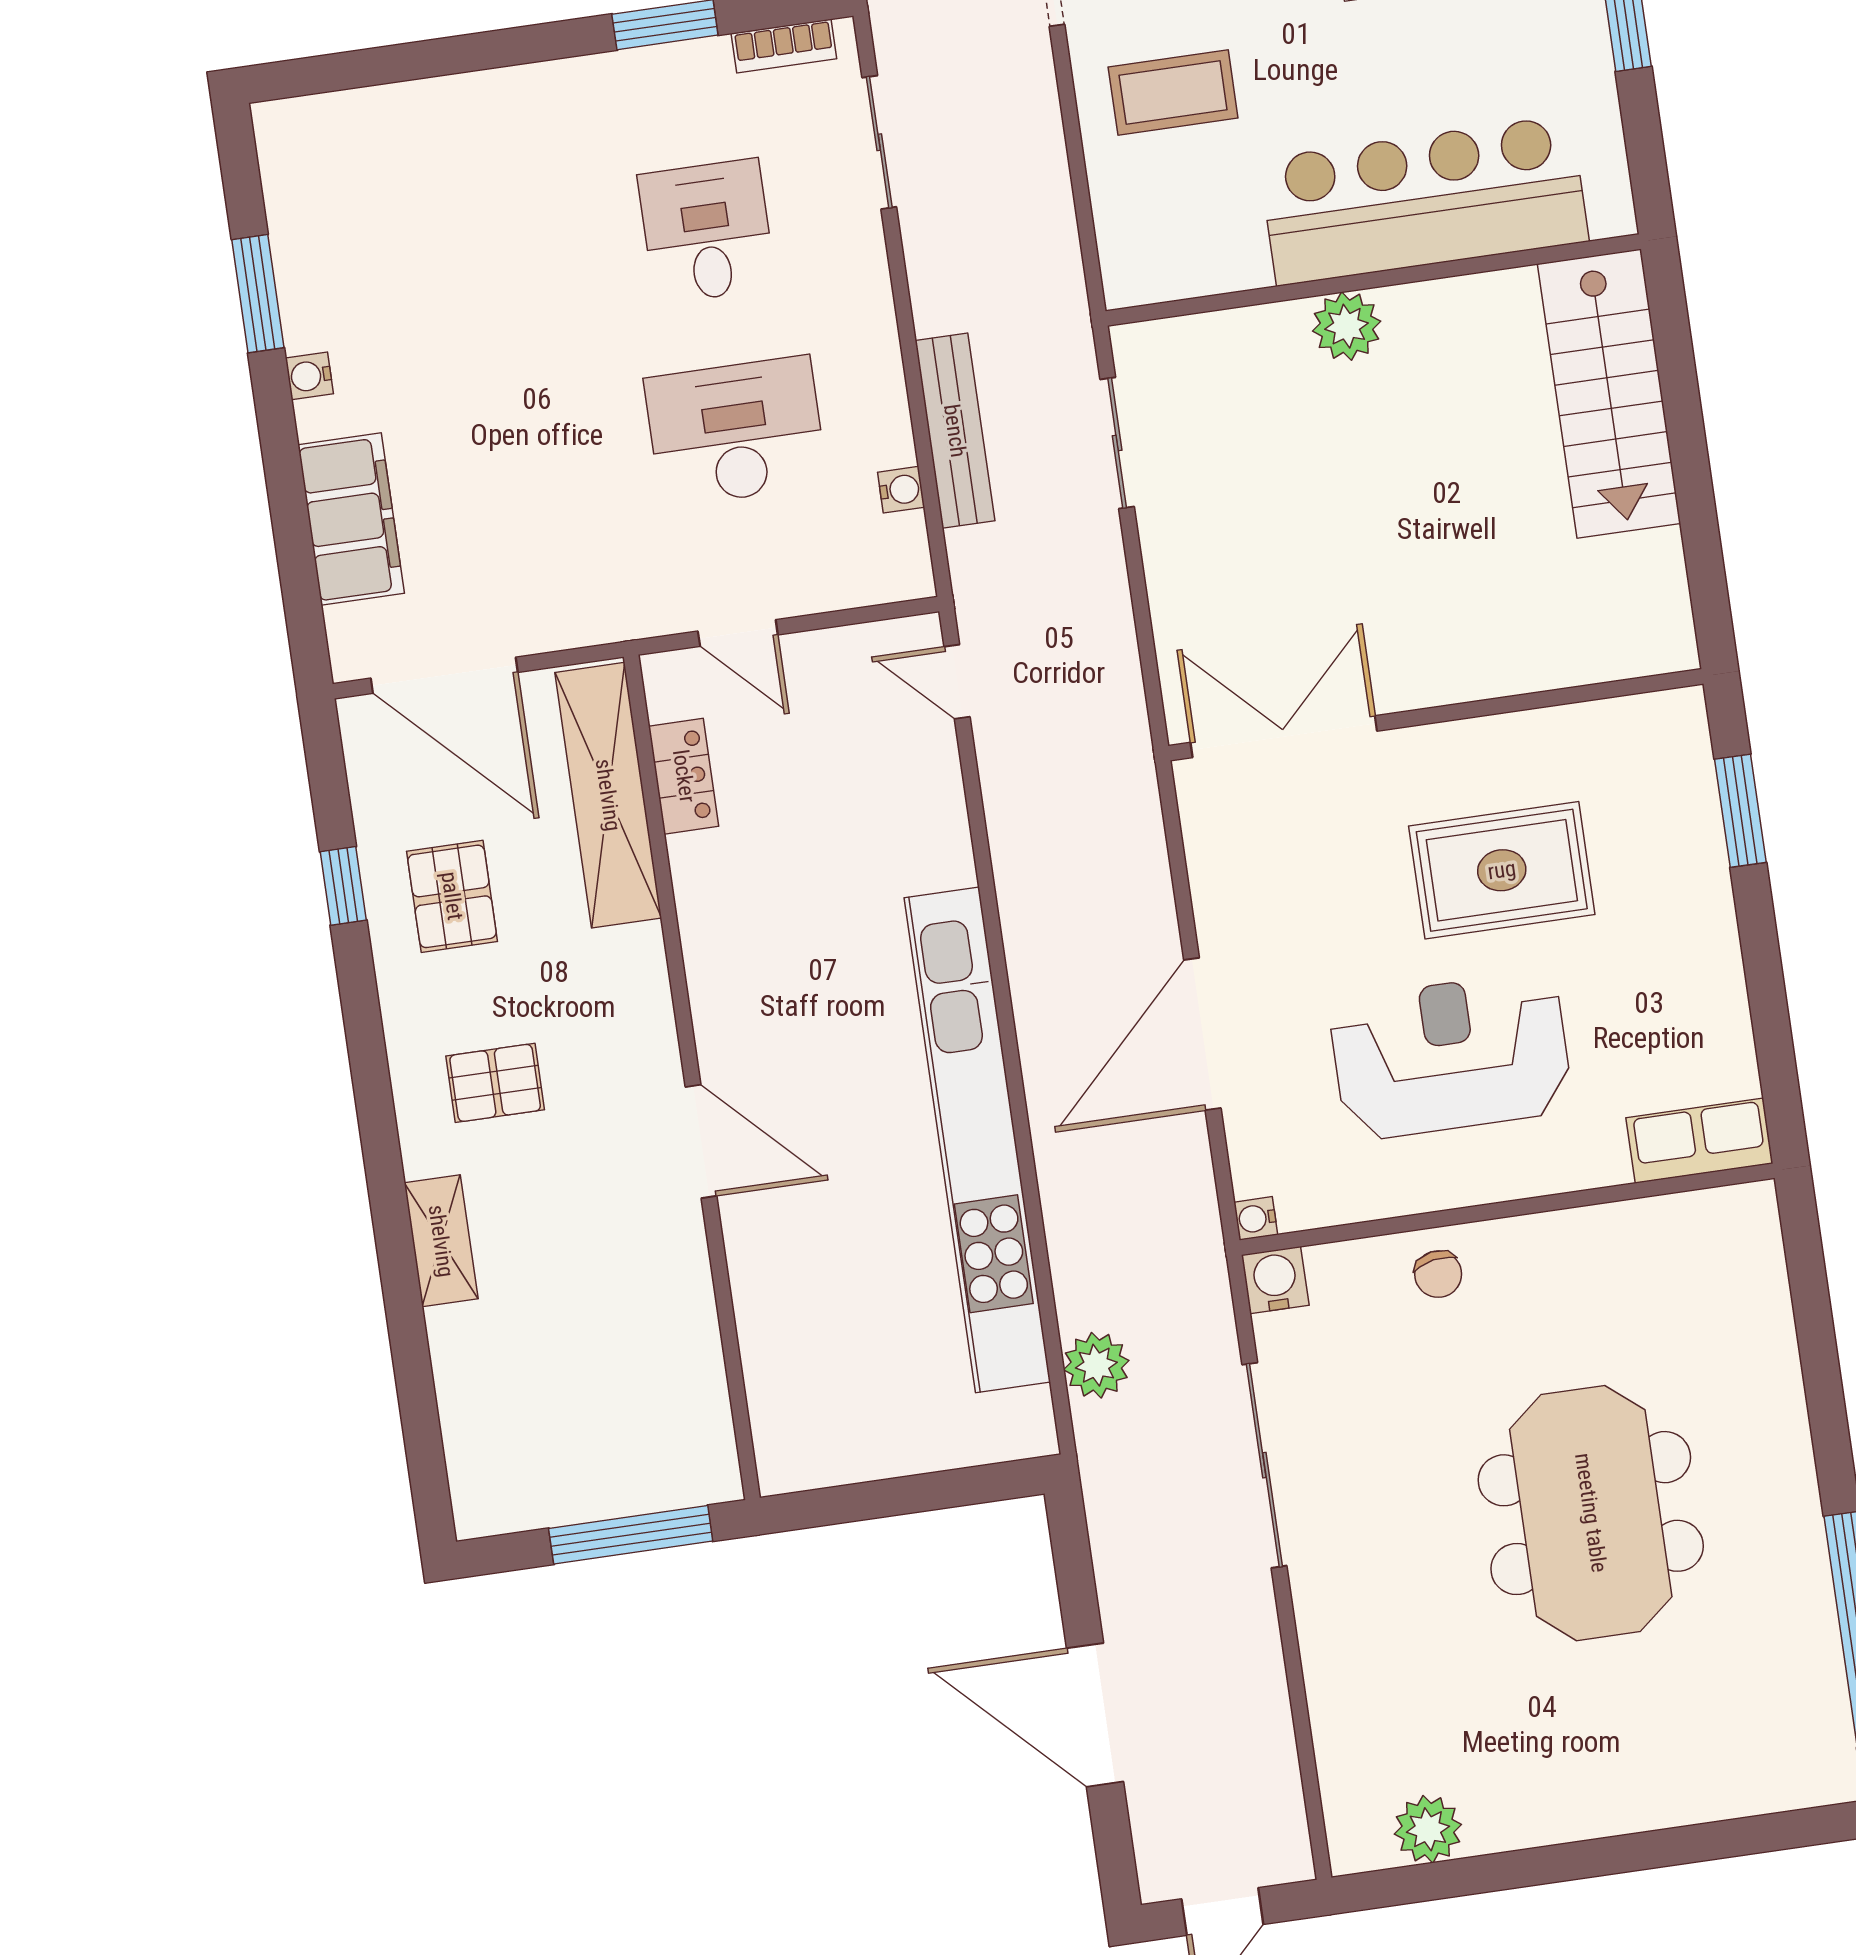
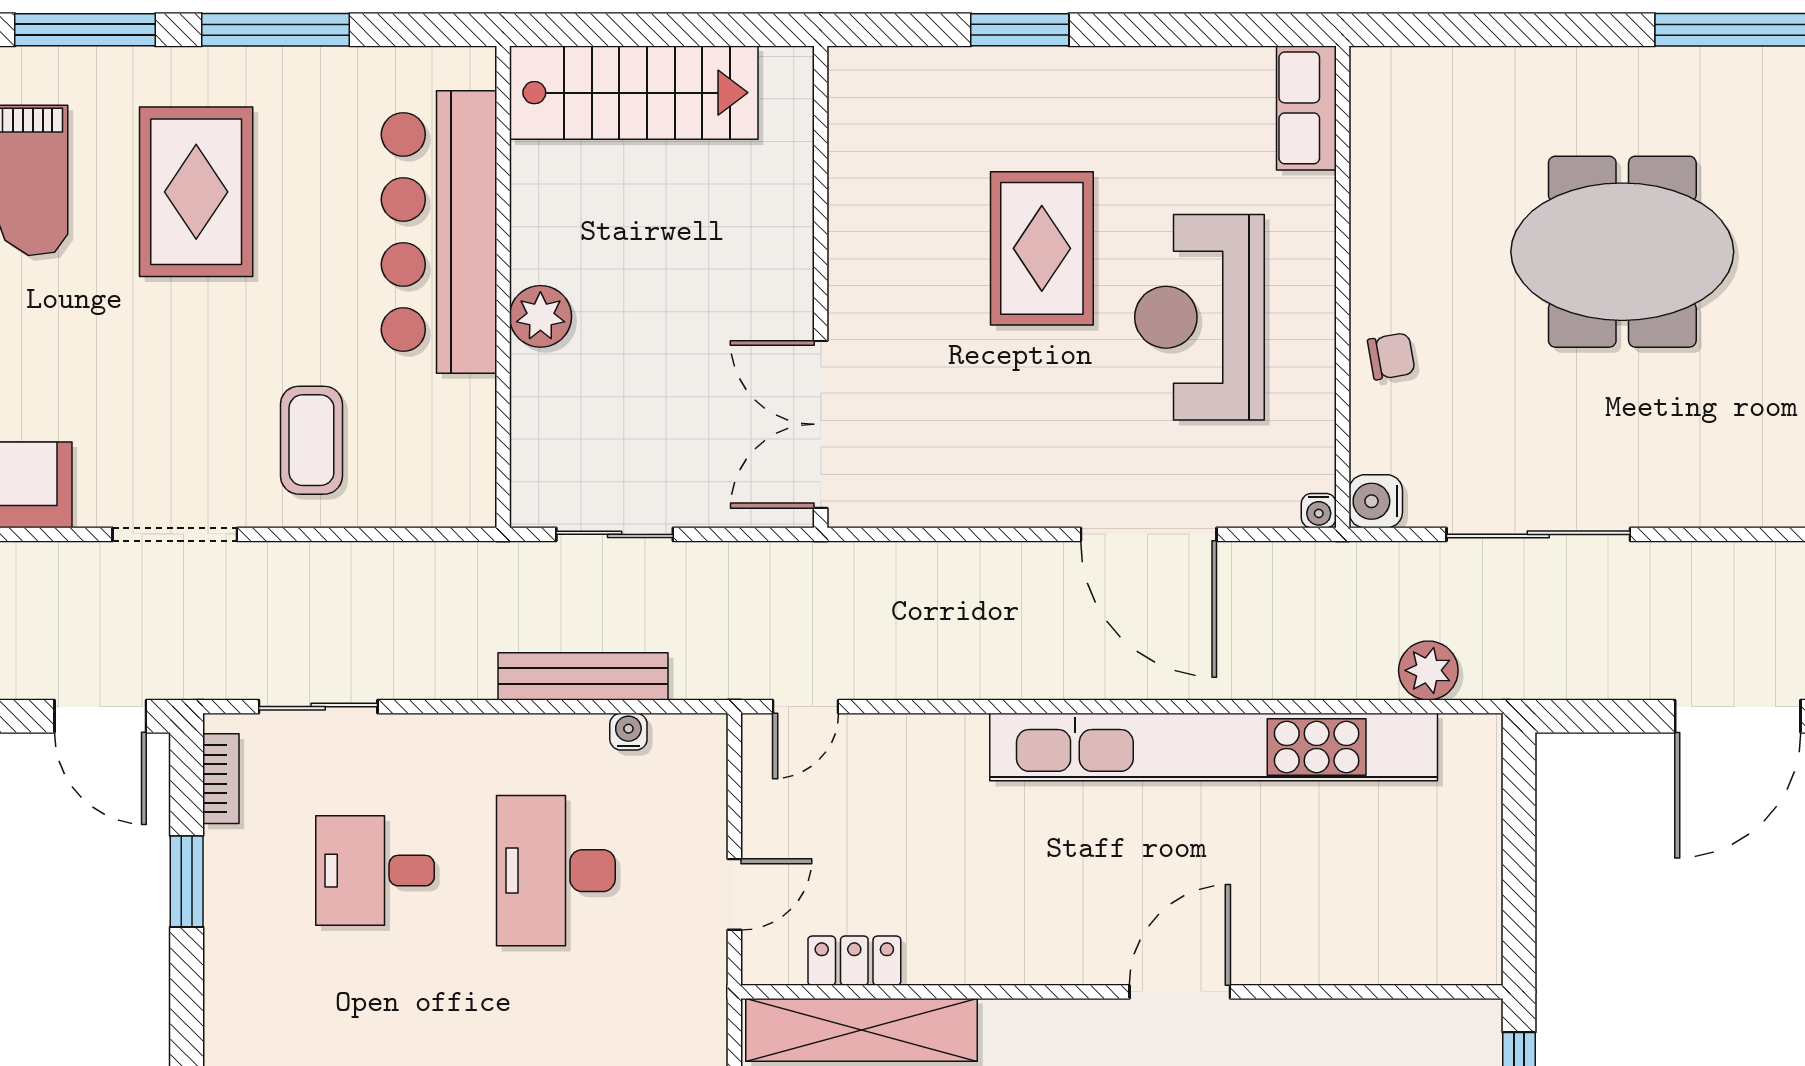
wall: (1436, 715) -> (821, 287), moved
double door: (1284, 737) -> (821, 424), moved

